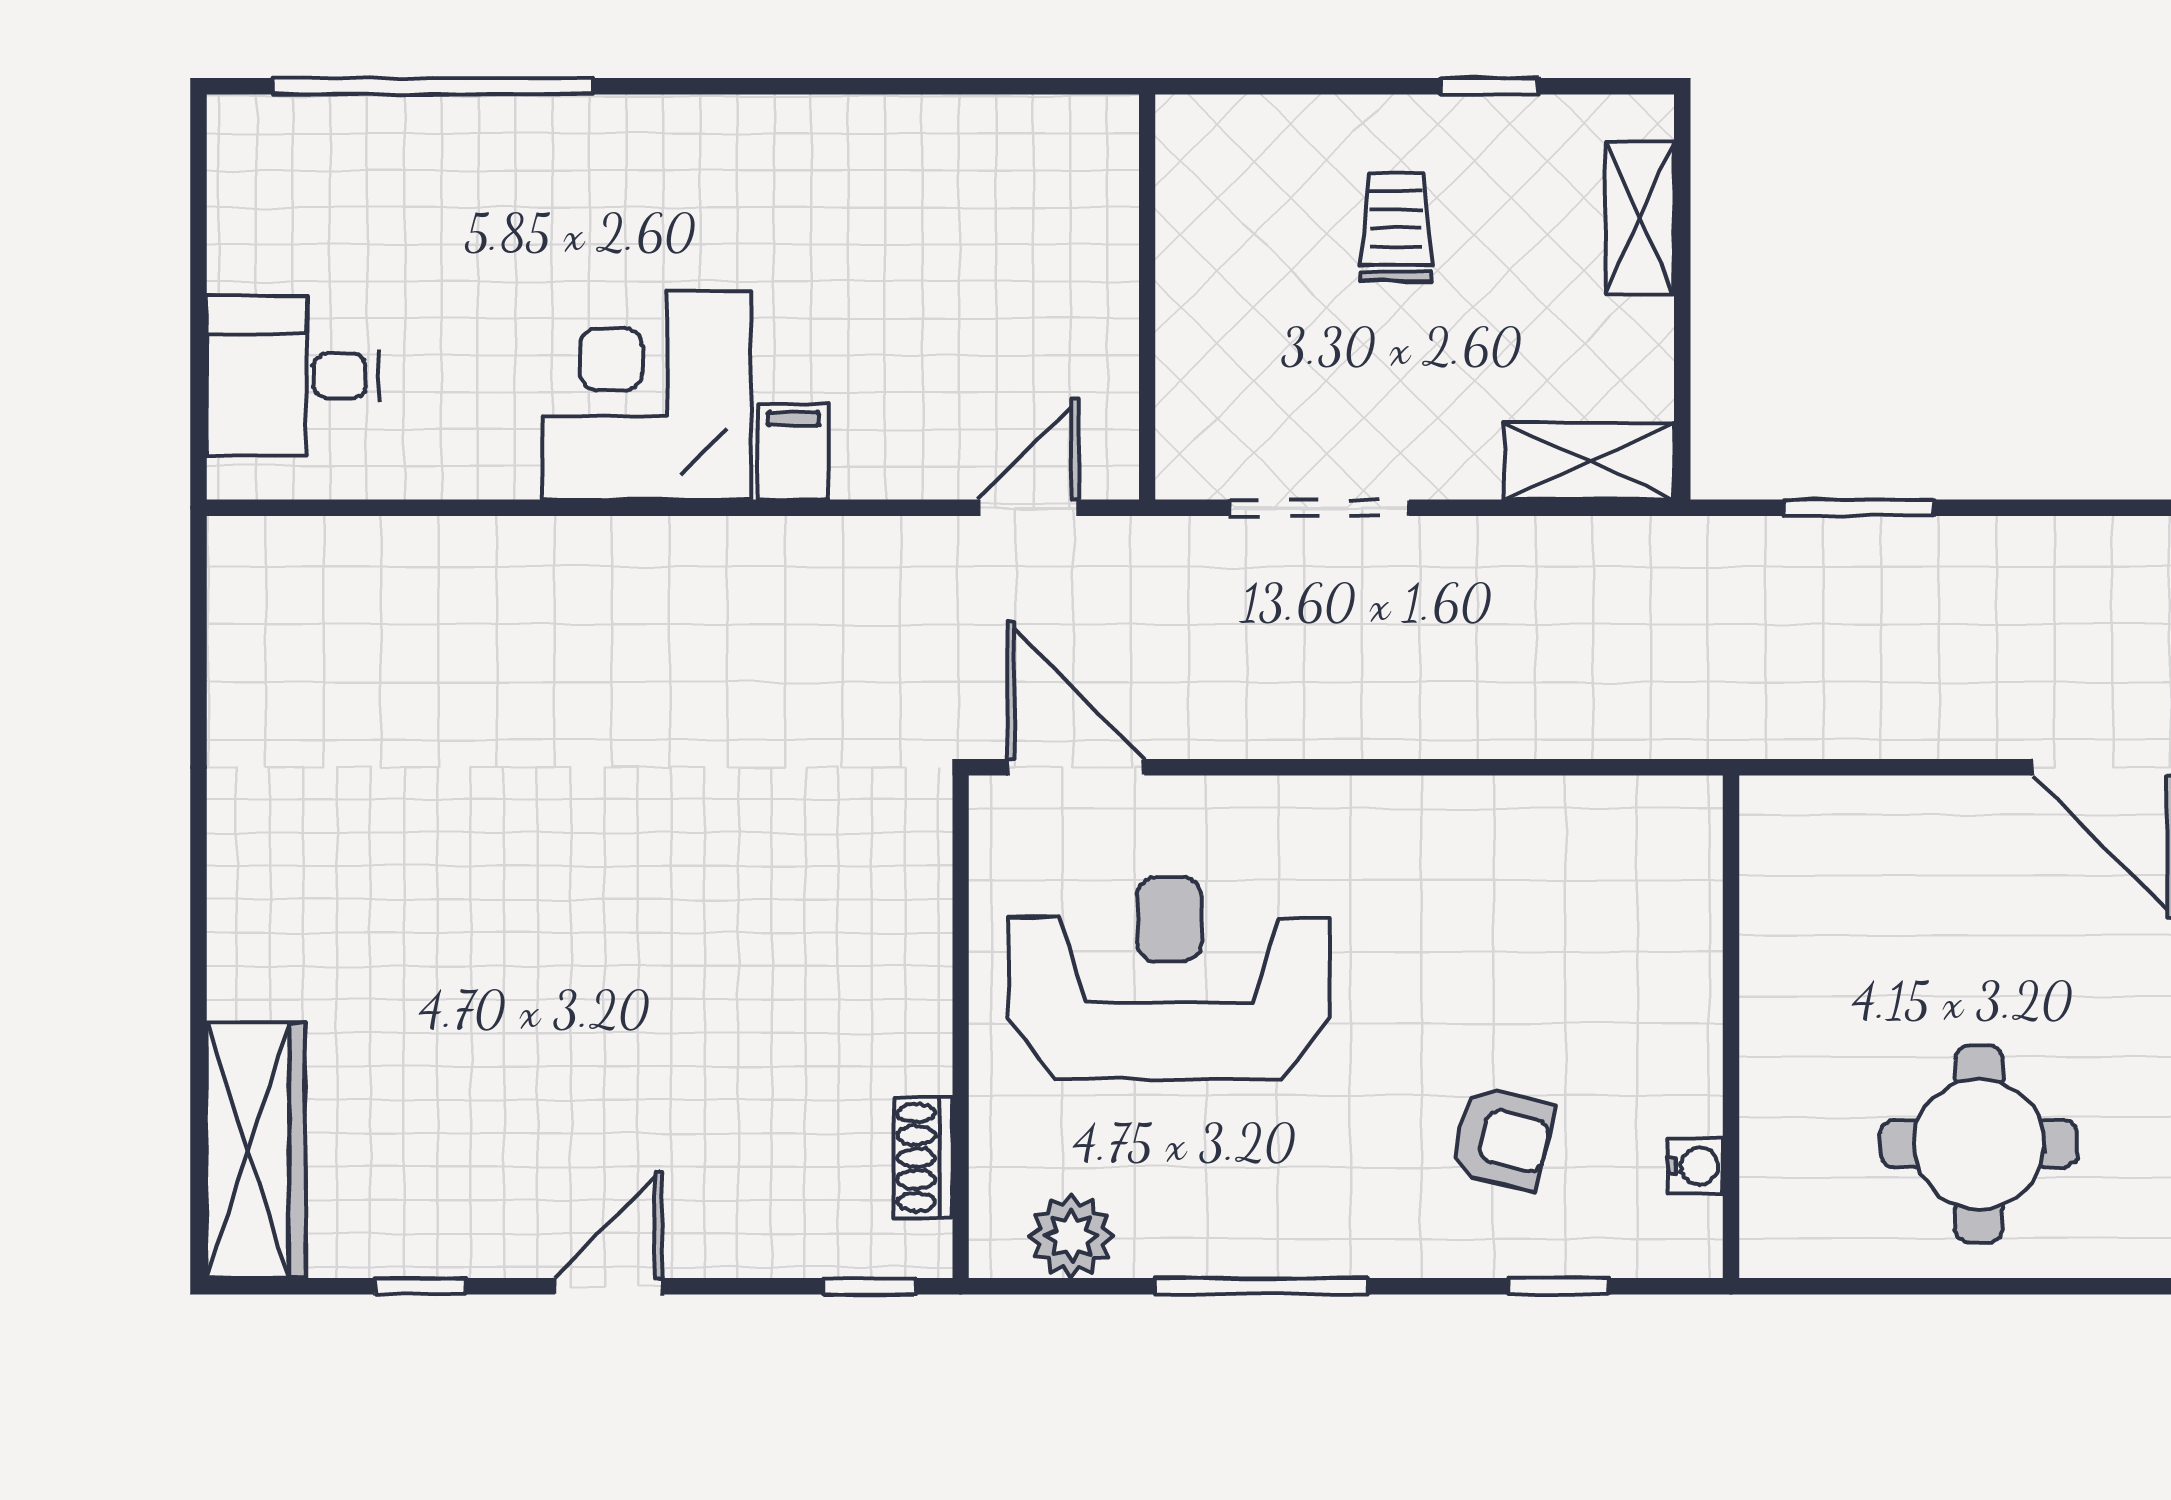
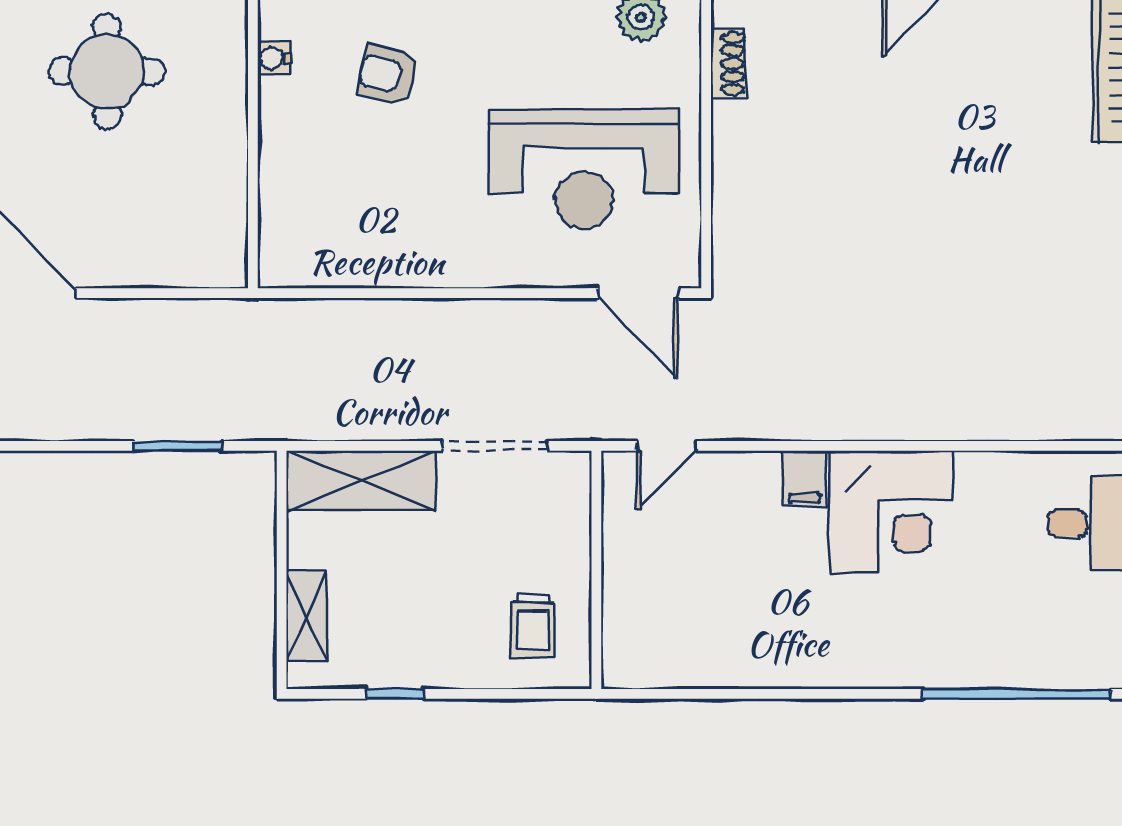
trolley: (1396, 227) -> (533, 626), moved
shelving: (1589, 461) -> (362, 481), width x1.50, depth x1.33

